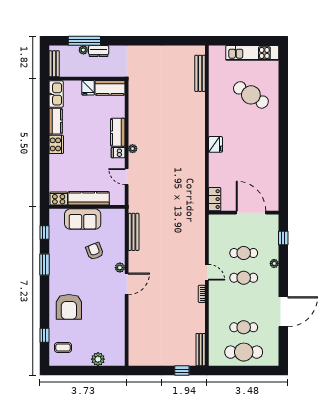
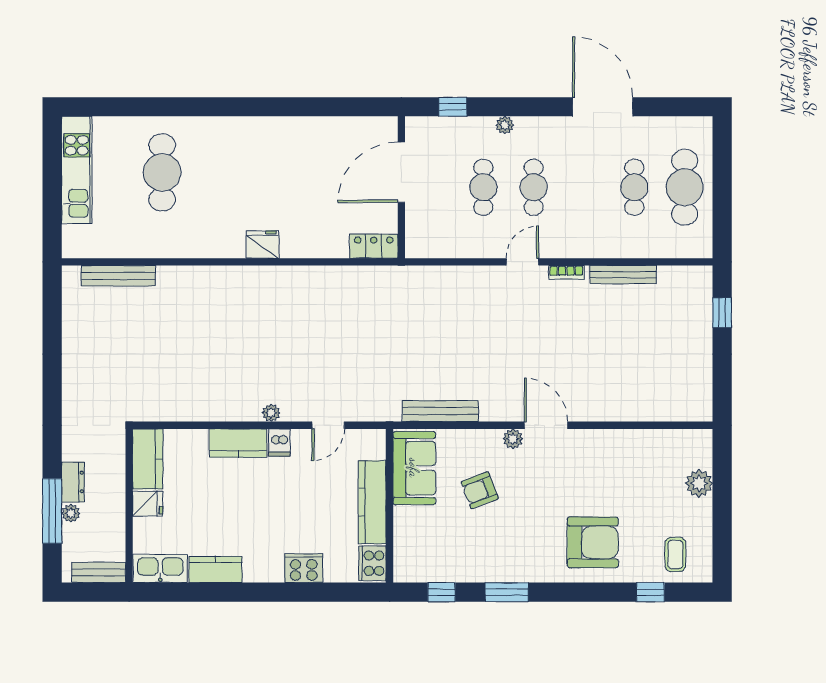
cafe table: (251, 95) -> (162, 172), turned -32
cooker: (56, 144) -> (304, 568), moved
sofa: (83, 219) -> (414, 468), moved
bench: (201, 350) -> (623, 275), moved

